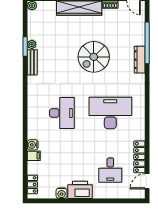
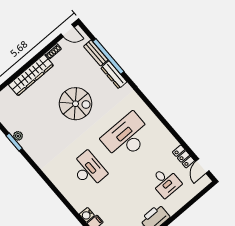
spiral stairs: (94, 57) -> (75, 104), turned -90
bench: (32, 62) -> (96, 53), moved
locker: (139, 157) -> (183, 156), width x0.66

